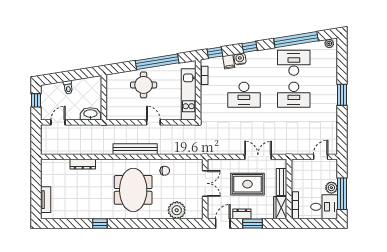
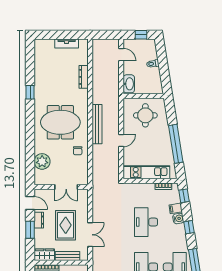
round table: (144, 85) -> (145, 115), moved
tv unit: (46, 200) -> (67, 43), moved

